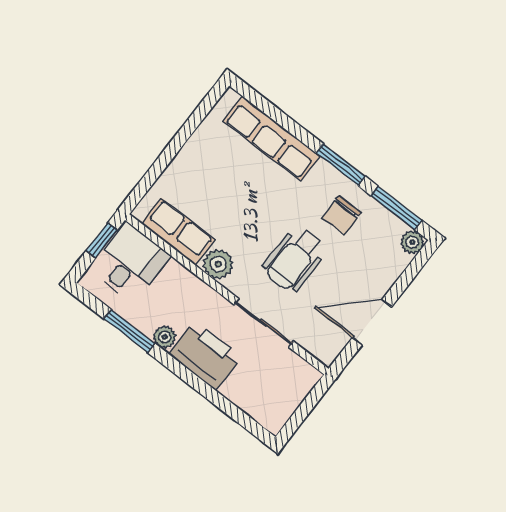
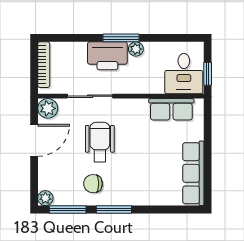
row of seats: (271, 138) -> (193, 173), moved, turned -90
chair: (342, 215) -> (93, 184), turned -90
plant: (218, 264) -> (48, 108), moved
window: (130, 331) -> (121, 38), moved
bookcase: (290, 404) -> (44, 65), added

